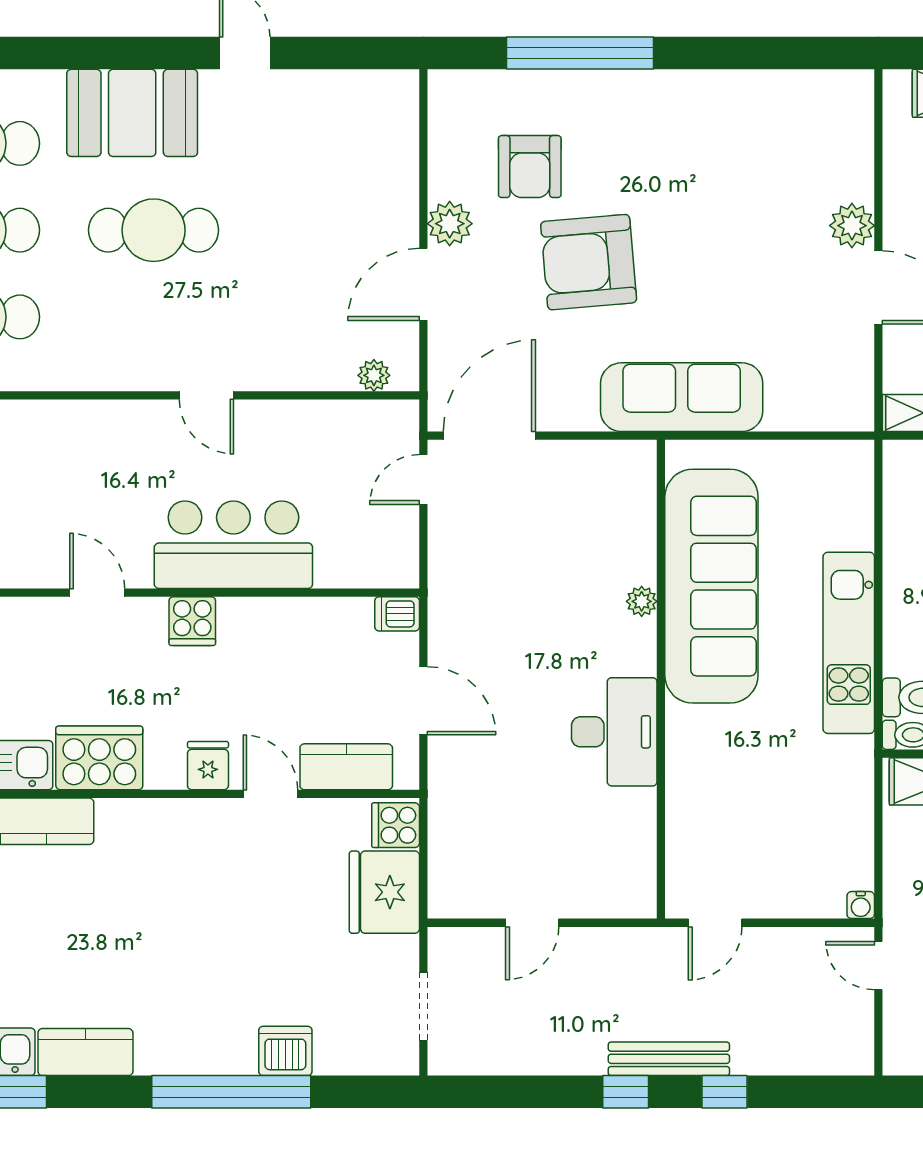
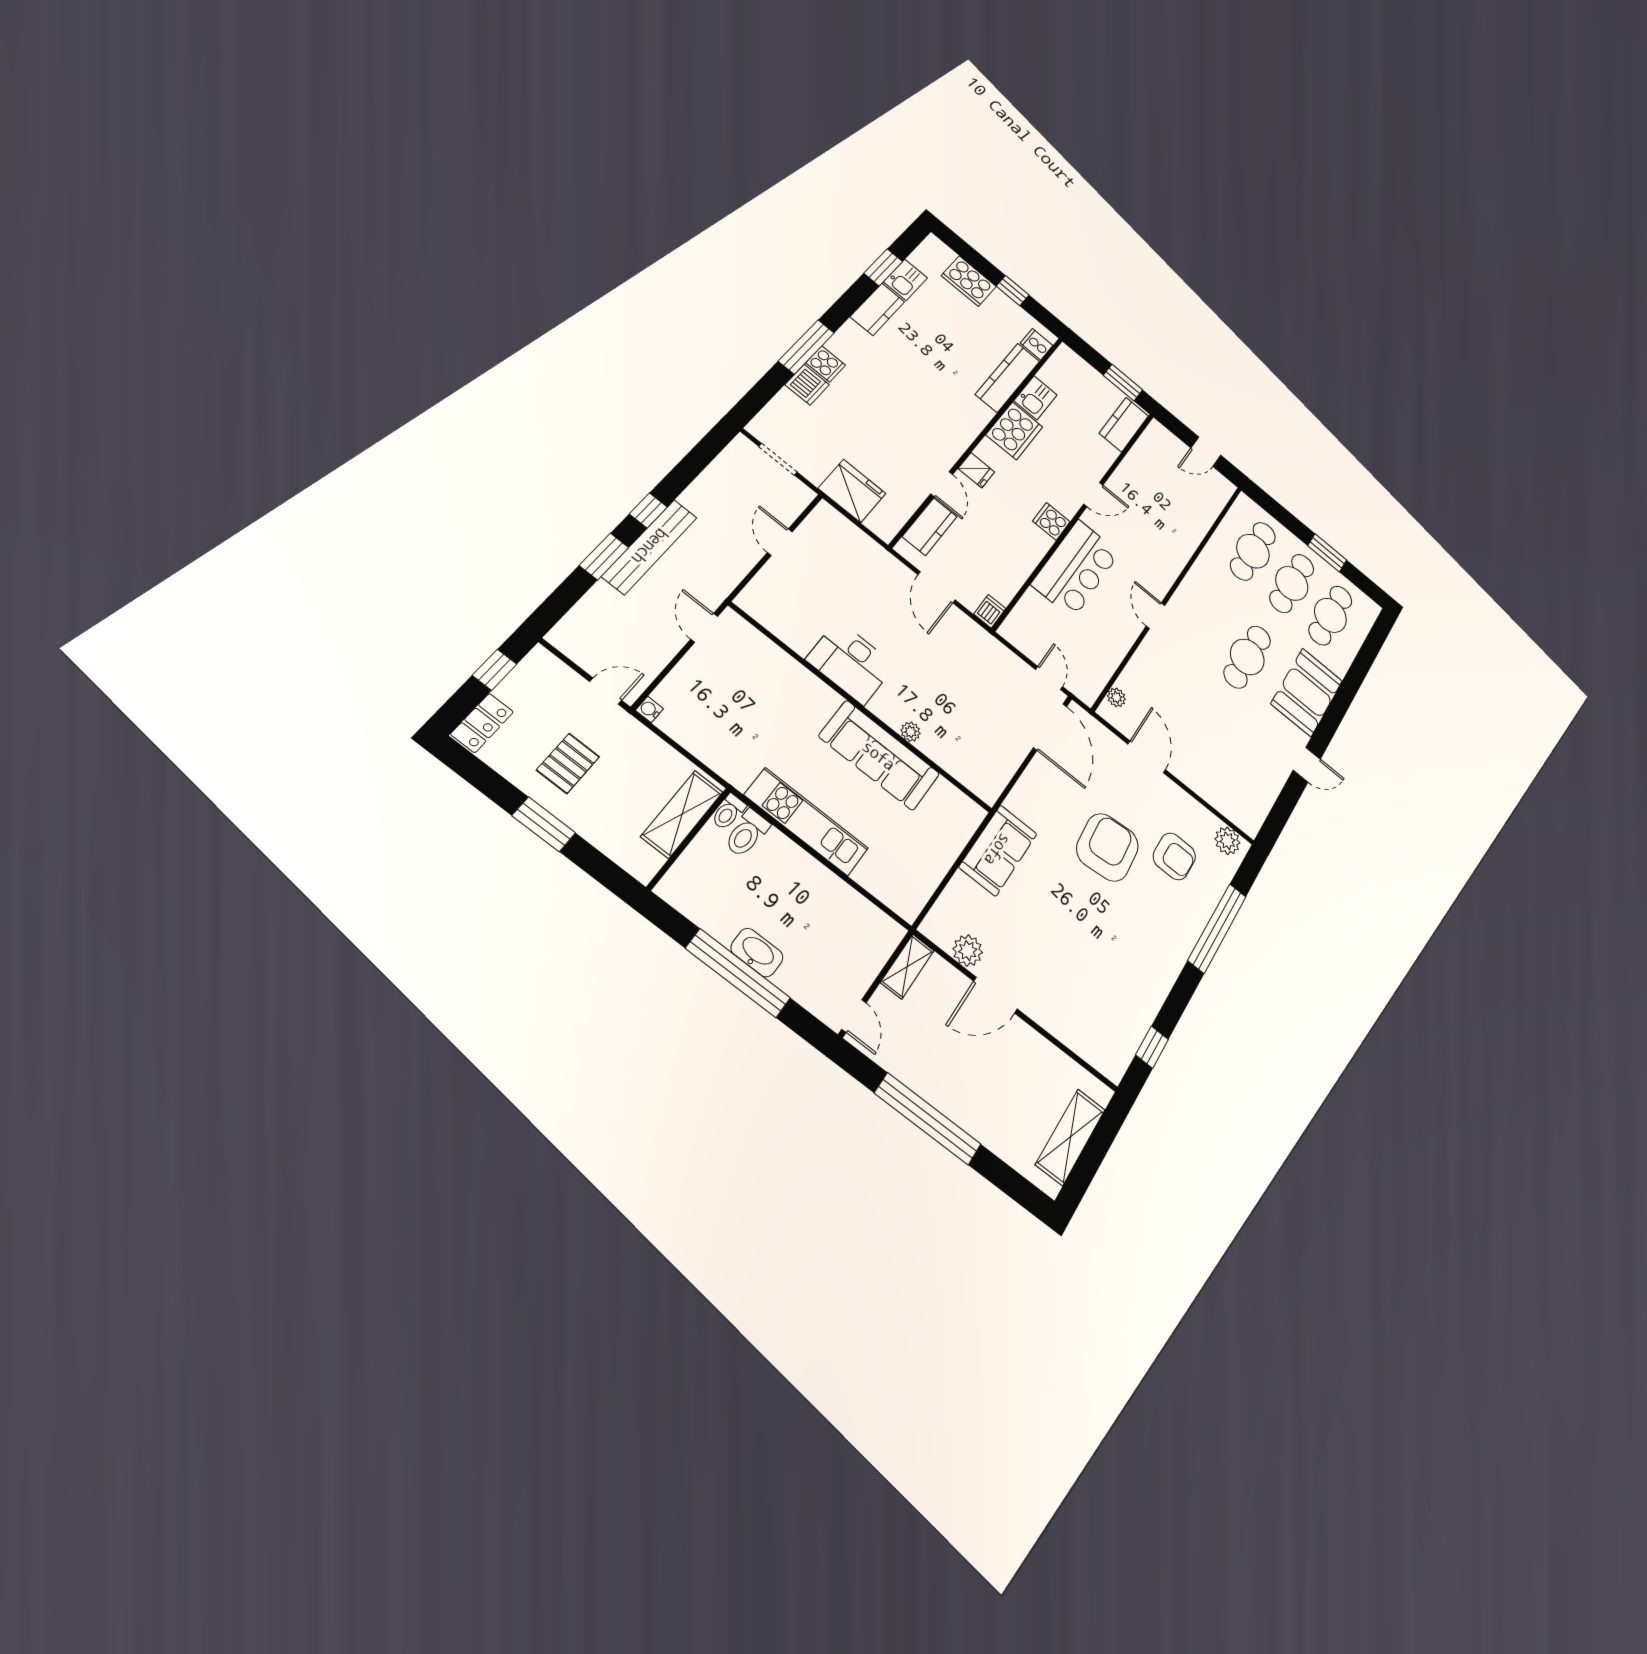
window: (795, 53) -> (1152, 1047), added
armchair: (530, 167) -> (1174, 856), turned 180
plant: (450, 224) -> (1227, 841), moved
plant: (852, 226) -> (968, 951), moved
door: (206, 395) -> (1155, 616), hinge flipped
sofa: (682, 397) -> (998, 850), width x0.73
sofa: (711, 586) -> (879, 755), width x0.74, depth x0.79
door: (423, 701) -> (937, 587), hinge flipped
door: (271, 794) -> (942, 484), hinge flipped
cooker: (396, 825) -> (826, 364), moved, turned 90
bench: (669, 1059) -> (650, 547), width x1.37, depth x1.21
window: (231, 1092) -> (806, 347), width x0.68
window: (724, 1092) -> (604, 556), width x1.50

